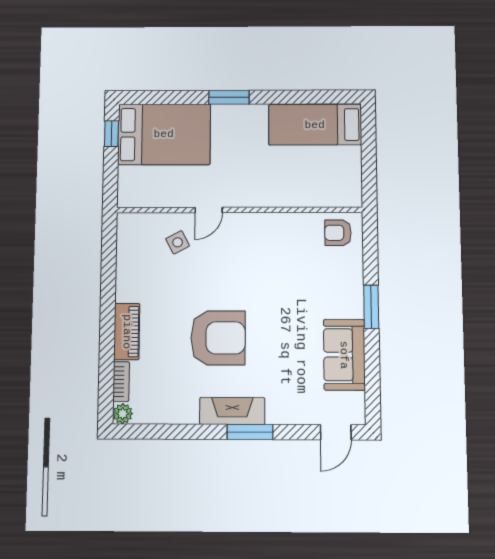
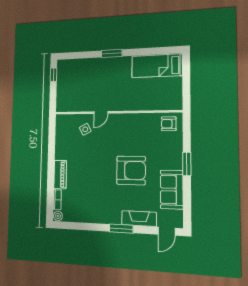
bed: (164, 134) -> (79, 74), removed
armchair: (218, 338) -> (131, 170), moved
fireplace: (232, 411) -> (139, 219), moved

